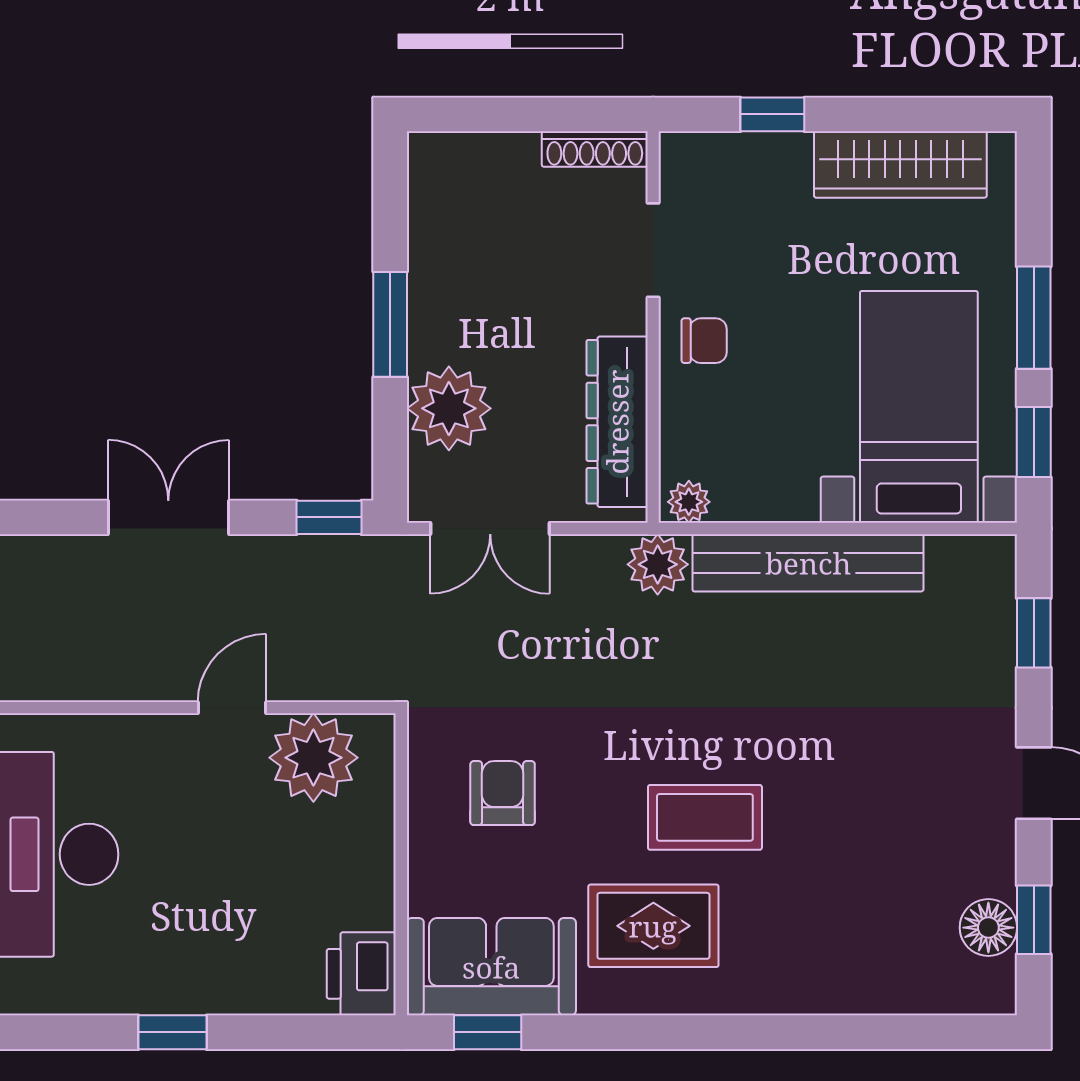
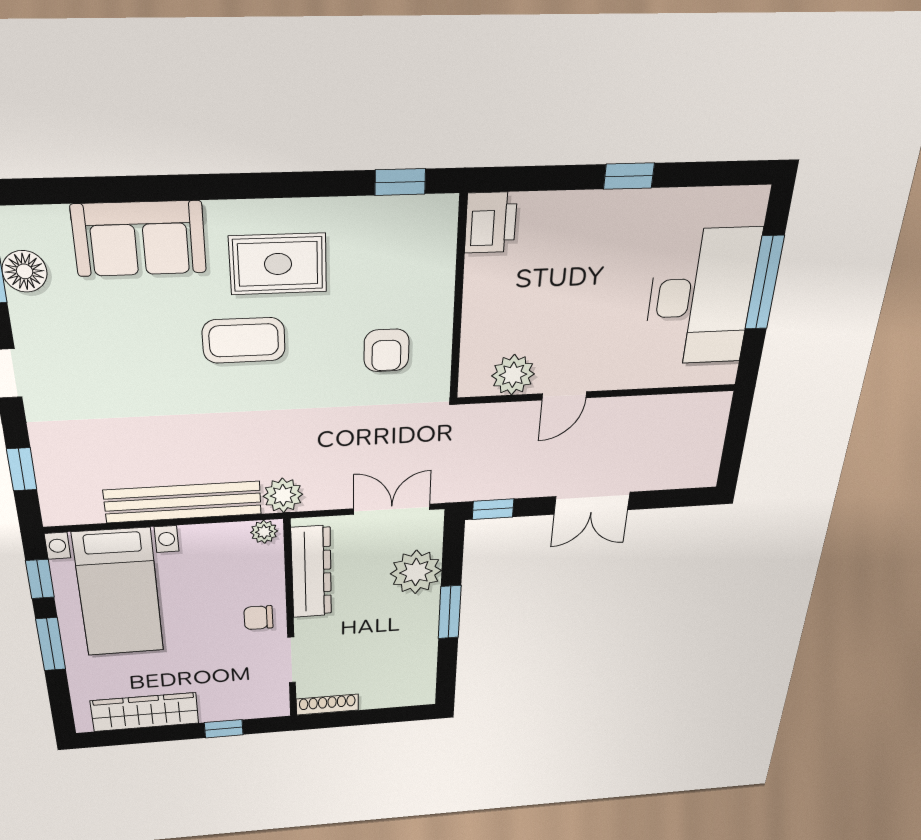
plant: (313, 758) -> (513, 375), width x0.73, depth x0.73
sofa: (491, 967) -> (139, 239), moved

